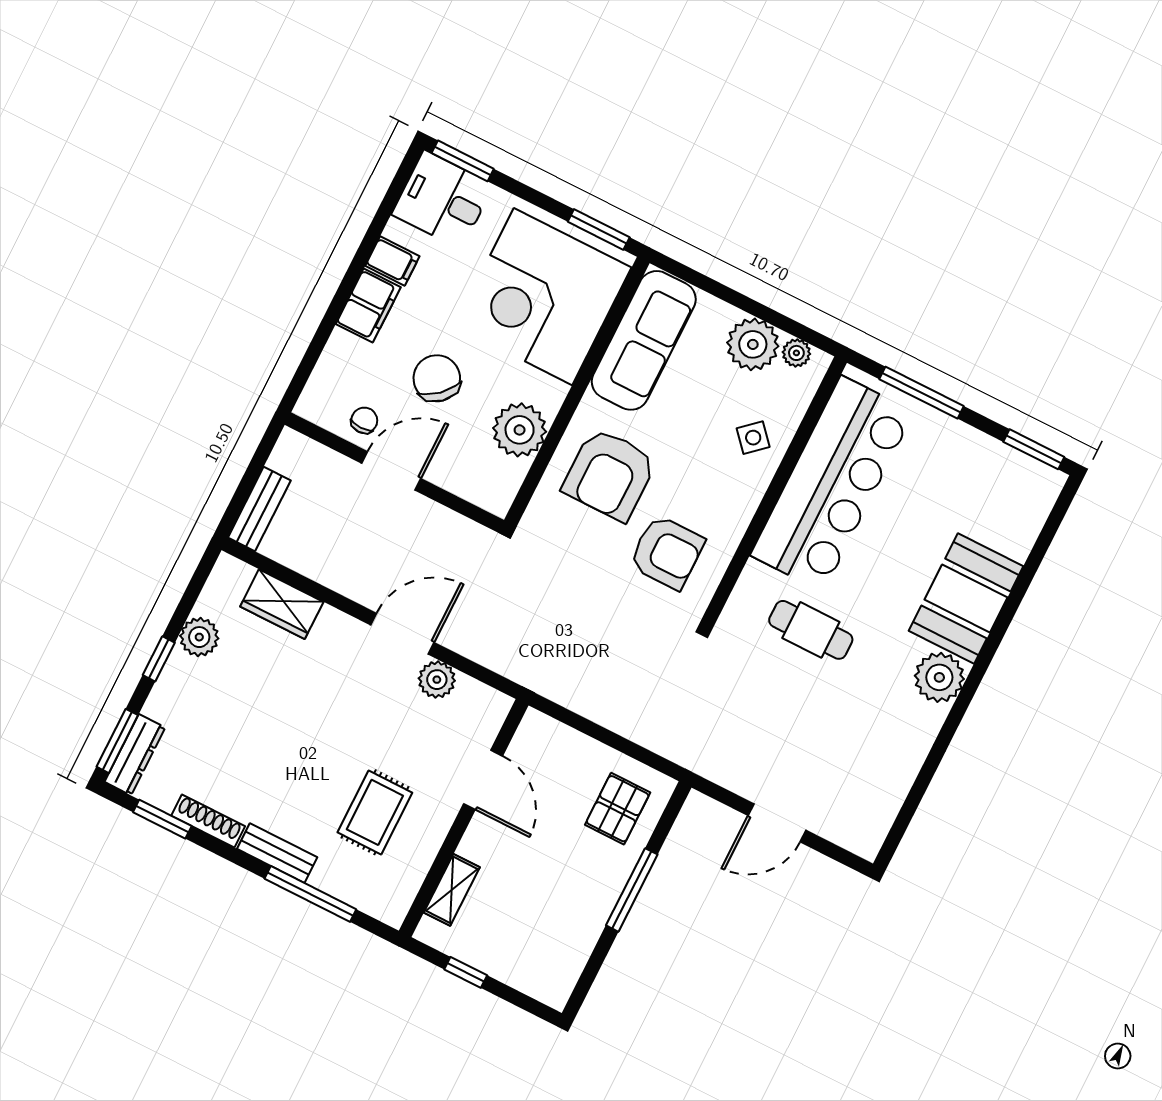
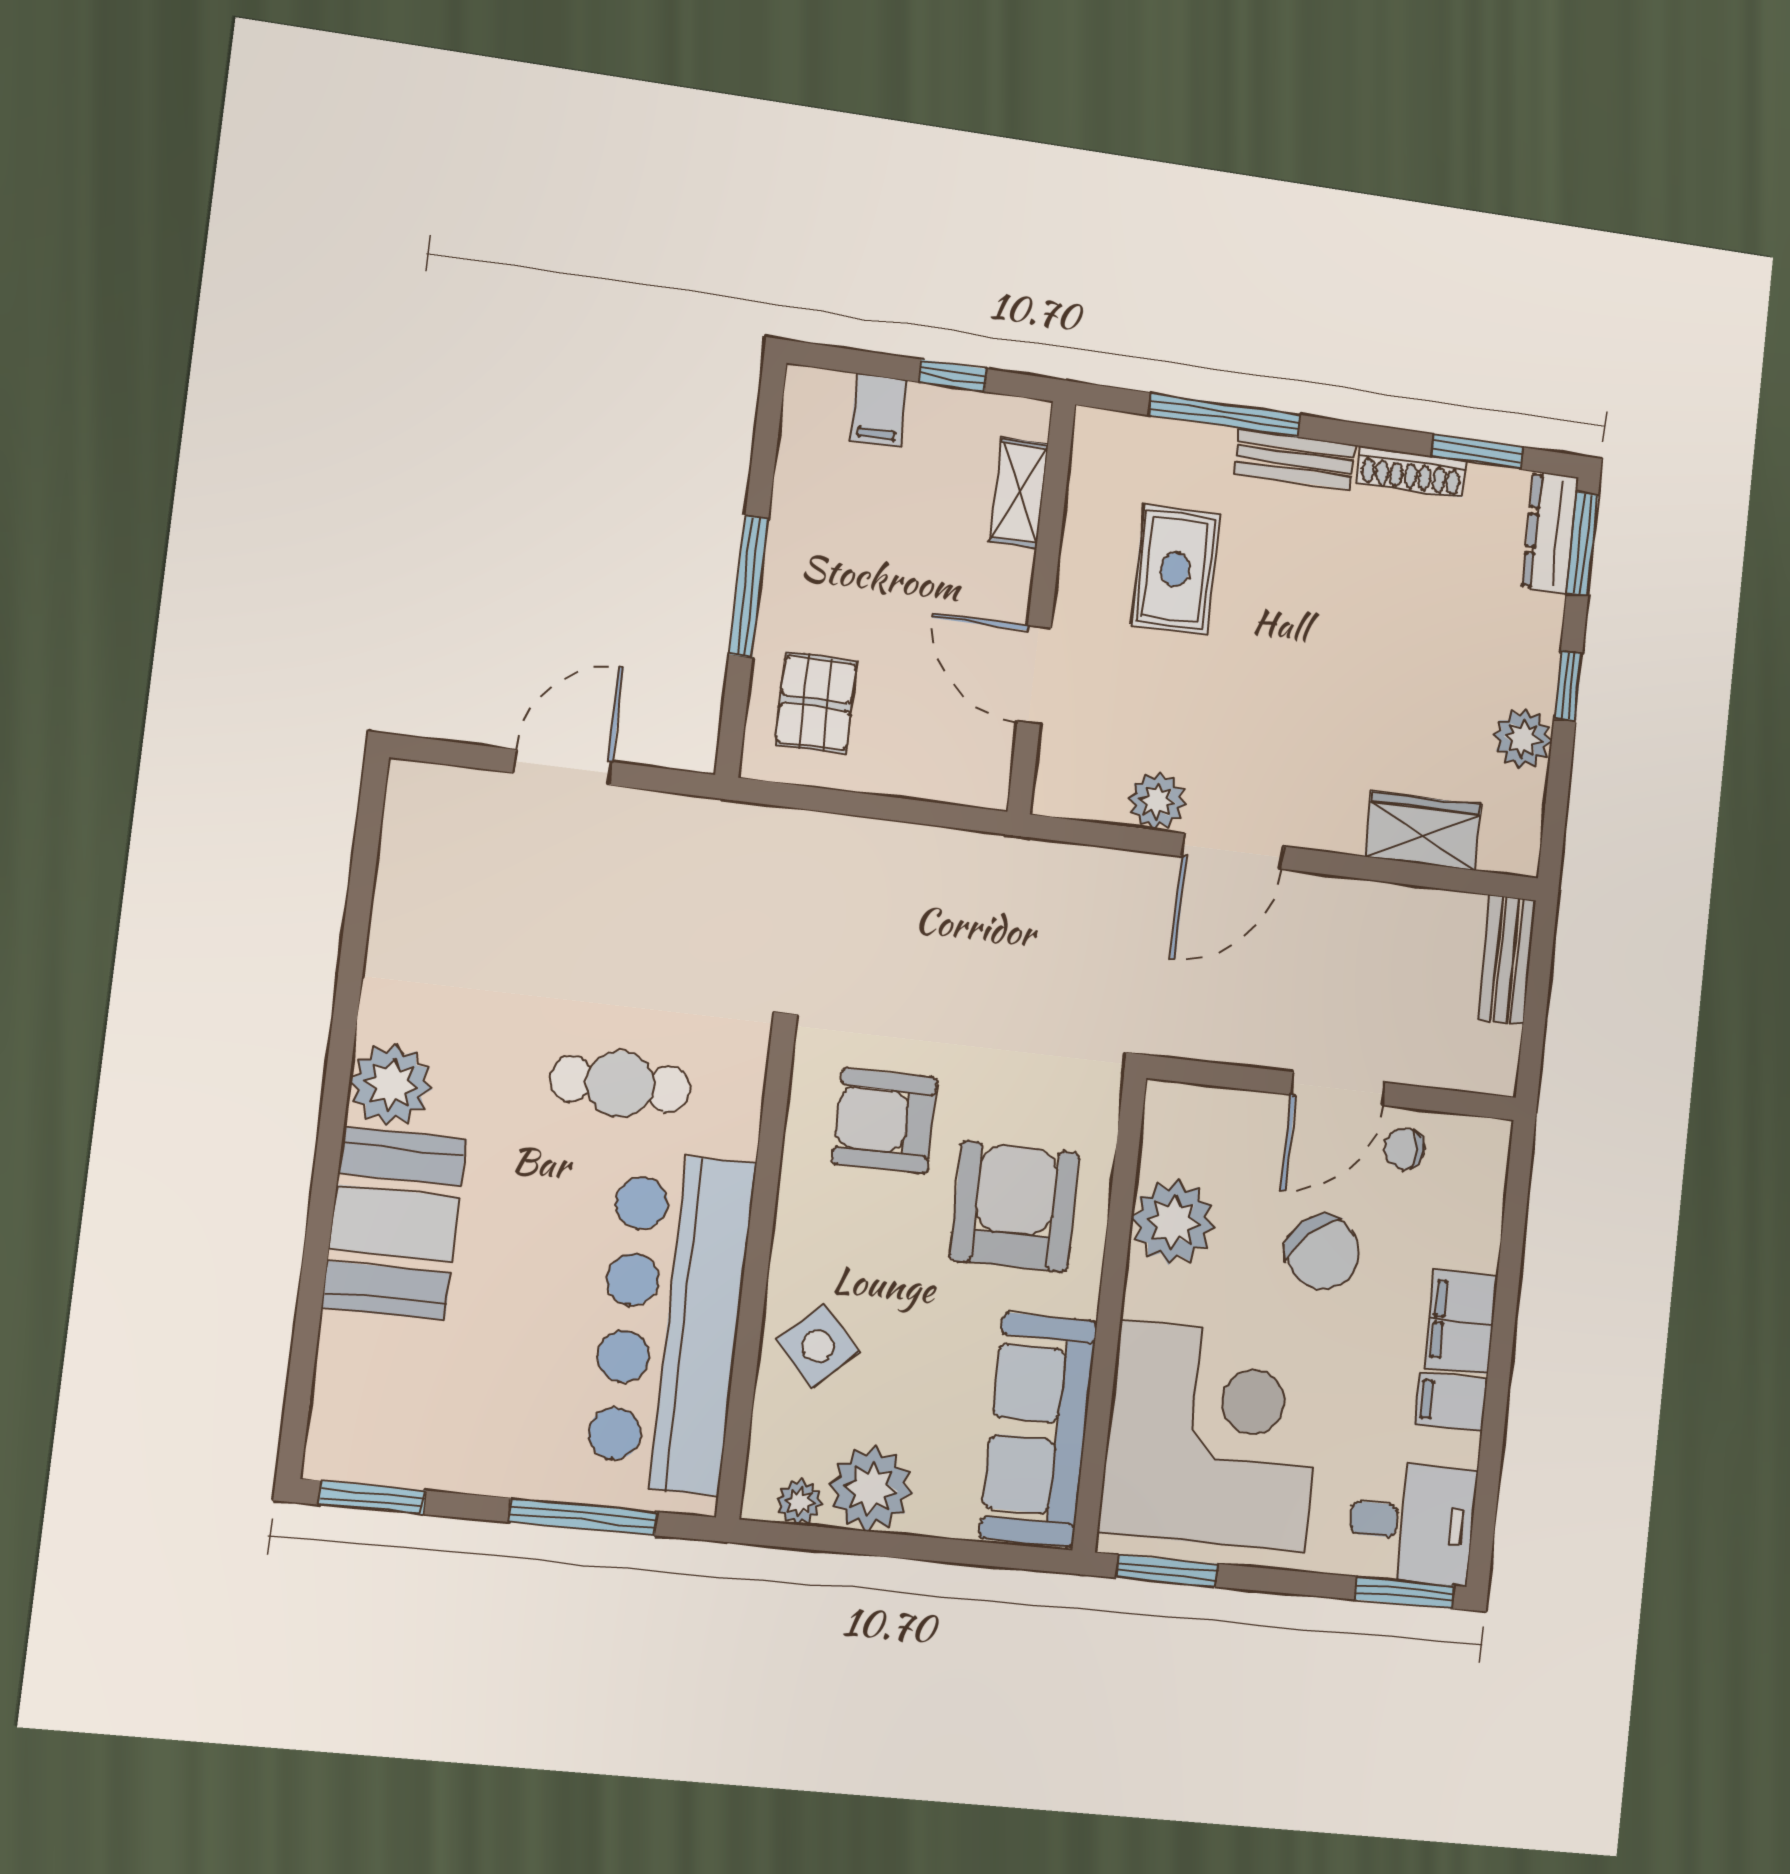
chair: (364, 420) -> (1404, 1149), turned 90
side table: (753, 438) -> (818, 1346), width x1.37, depth x1.37
filing cabinet: (517, 967) -> (879, 410), added

